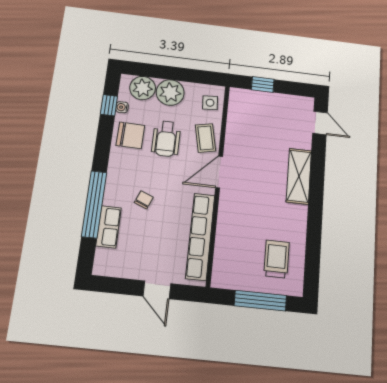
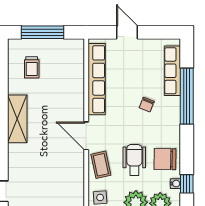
door: (219, 172) -> (86, 136), swing flipped
shelving: (299, 176) -> (17, 119), moved
row of seats: (109, 227) -> (172, 71), width x1.48
trolley: (277, 259) -> (32, 67), width x0.73, depth x0.72

